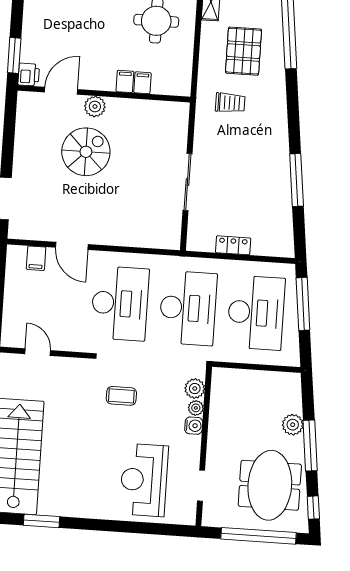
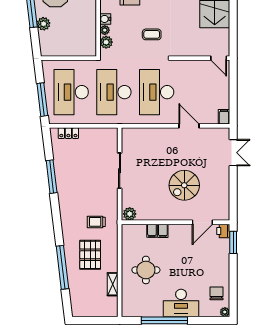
plant: (95, 107) -> (130, 214), moved
locker: (233, 245) -> (68, 133), moved
filing cabinet: (36, 258) -> (224, 117), moved
door: (38, 352) -> (219, 58), moved

